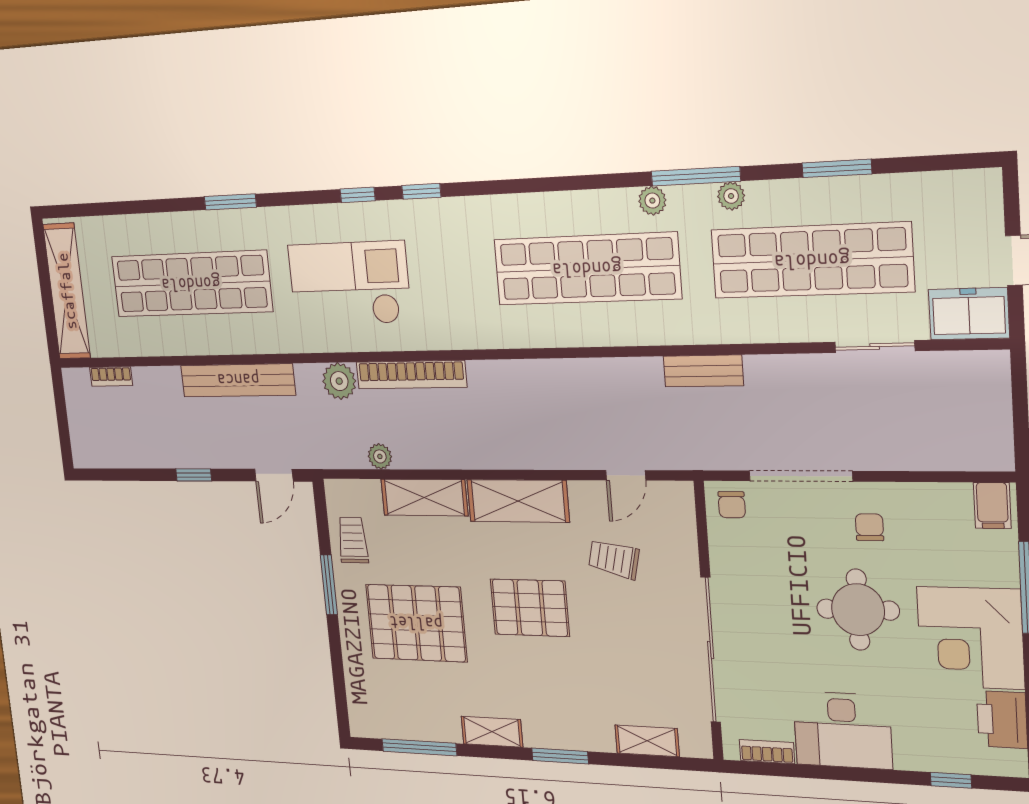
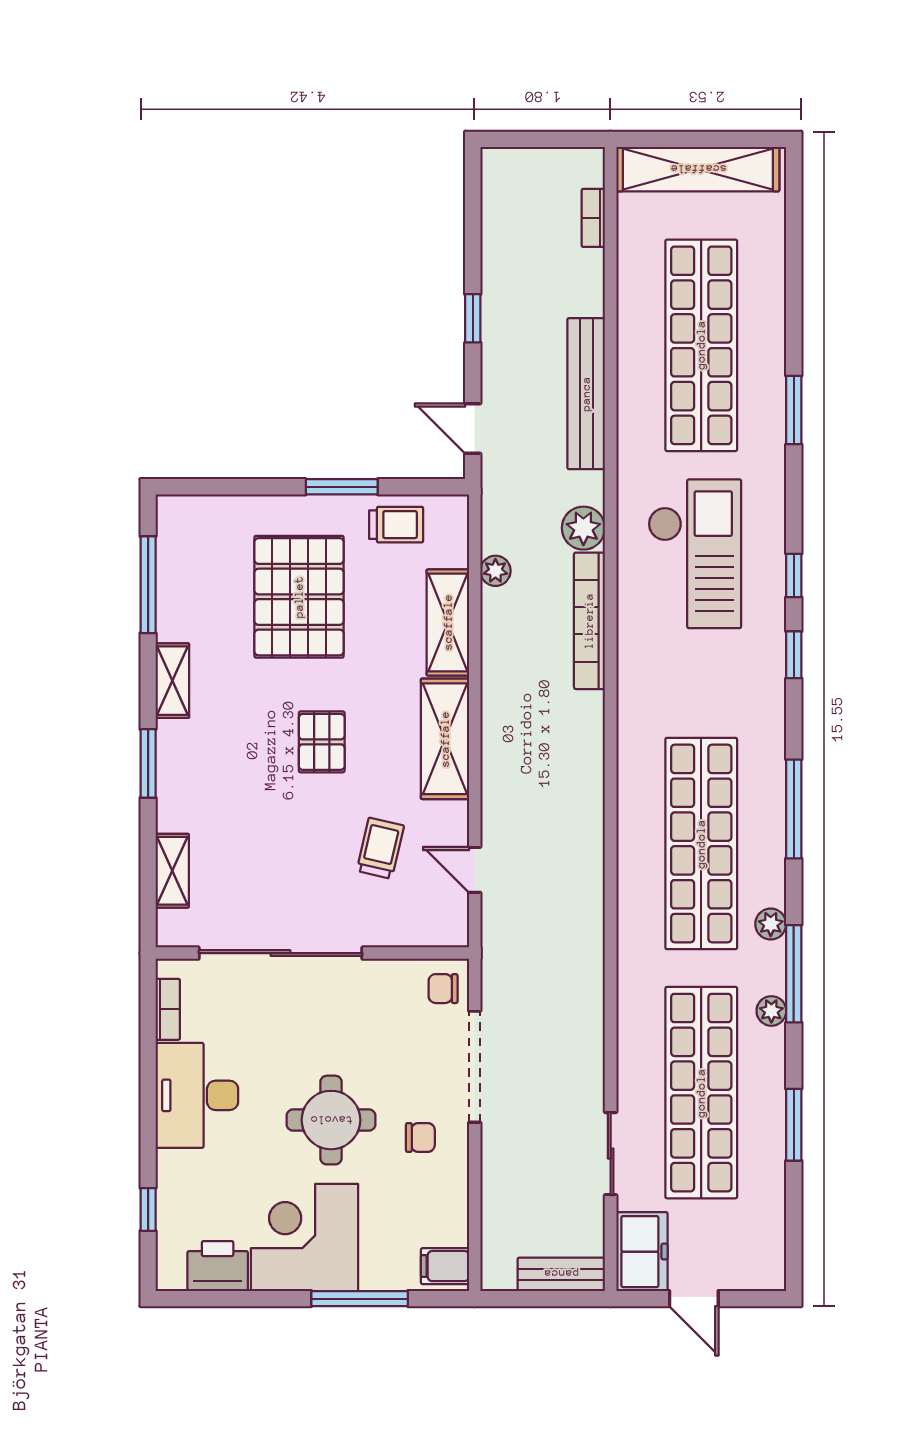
window: (550, 184) -> (794, 809), added
bench: (703, 371) -> (561, 1274), moved, turned 90
pallet: (530, 608) -> (322, 742), width x0.67, depth x0.71

